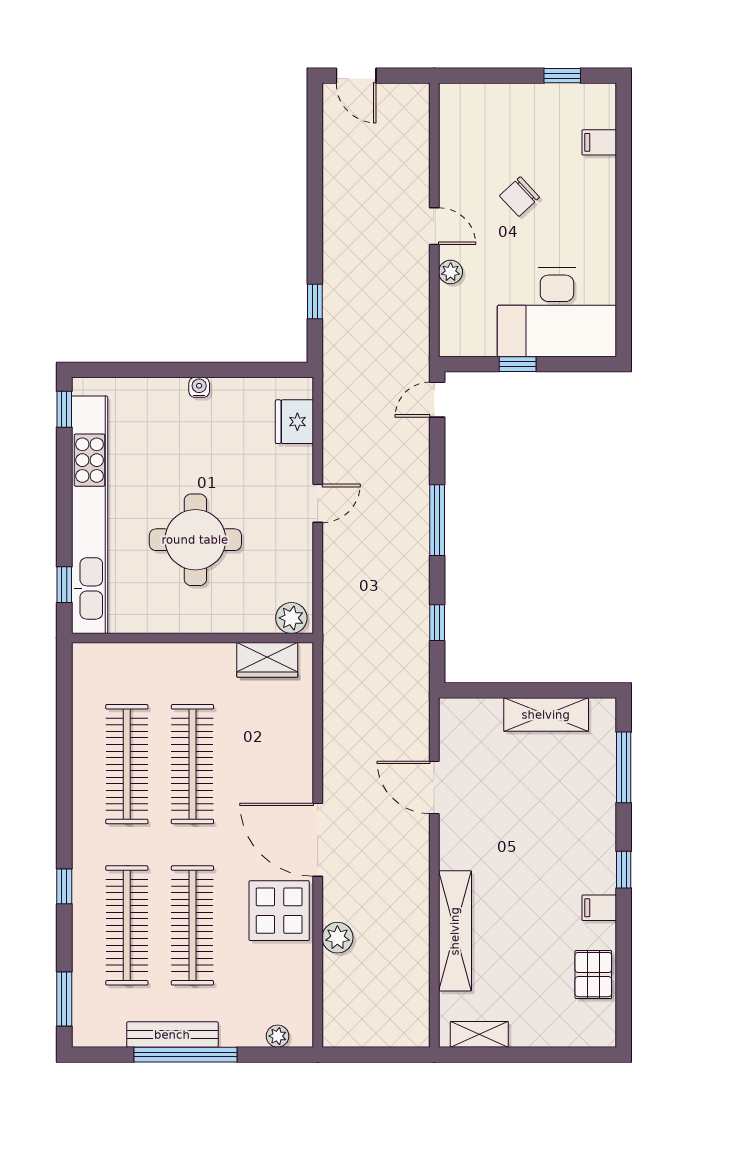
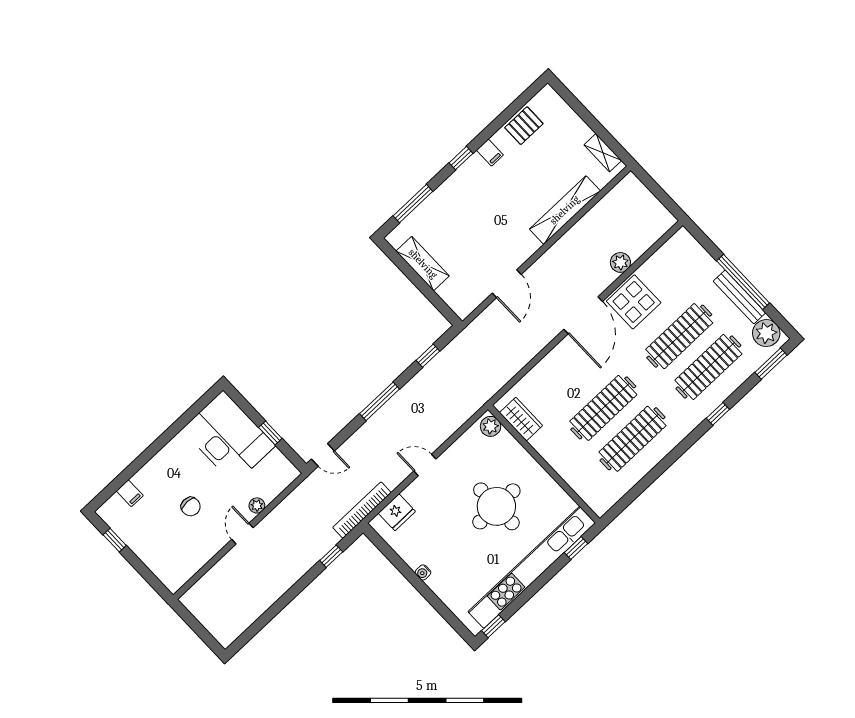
door: (356, 76) -> (207, 637), removed
chair: (520, 197) -> (191, 507), turned 43
bookcase: (334, 385) -> (362, 510), added
plant: (278, 1036) -> (766, 333), moved, width x1.88, depth x1.88

